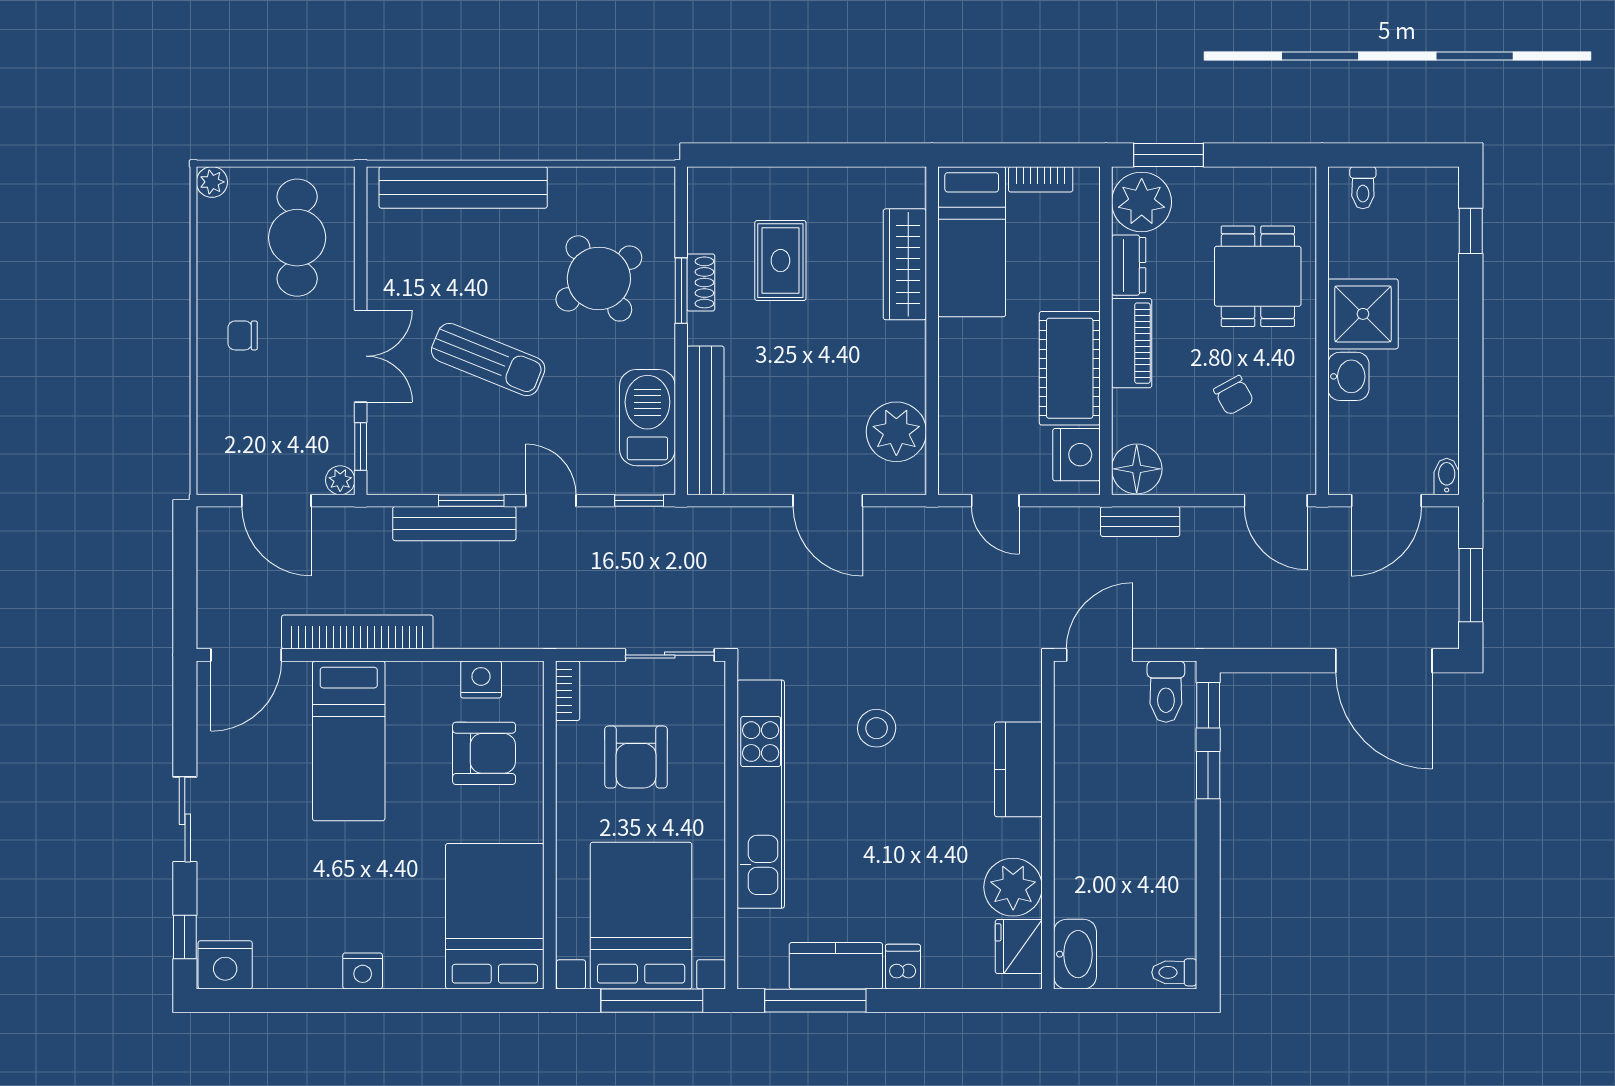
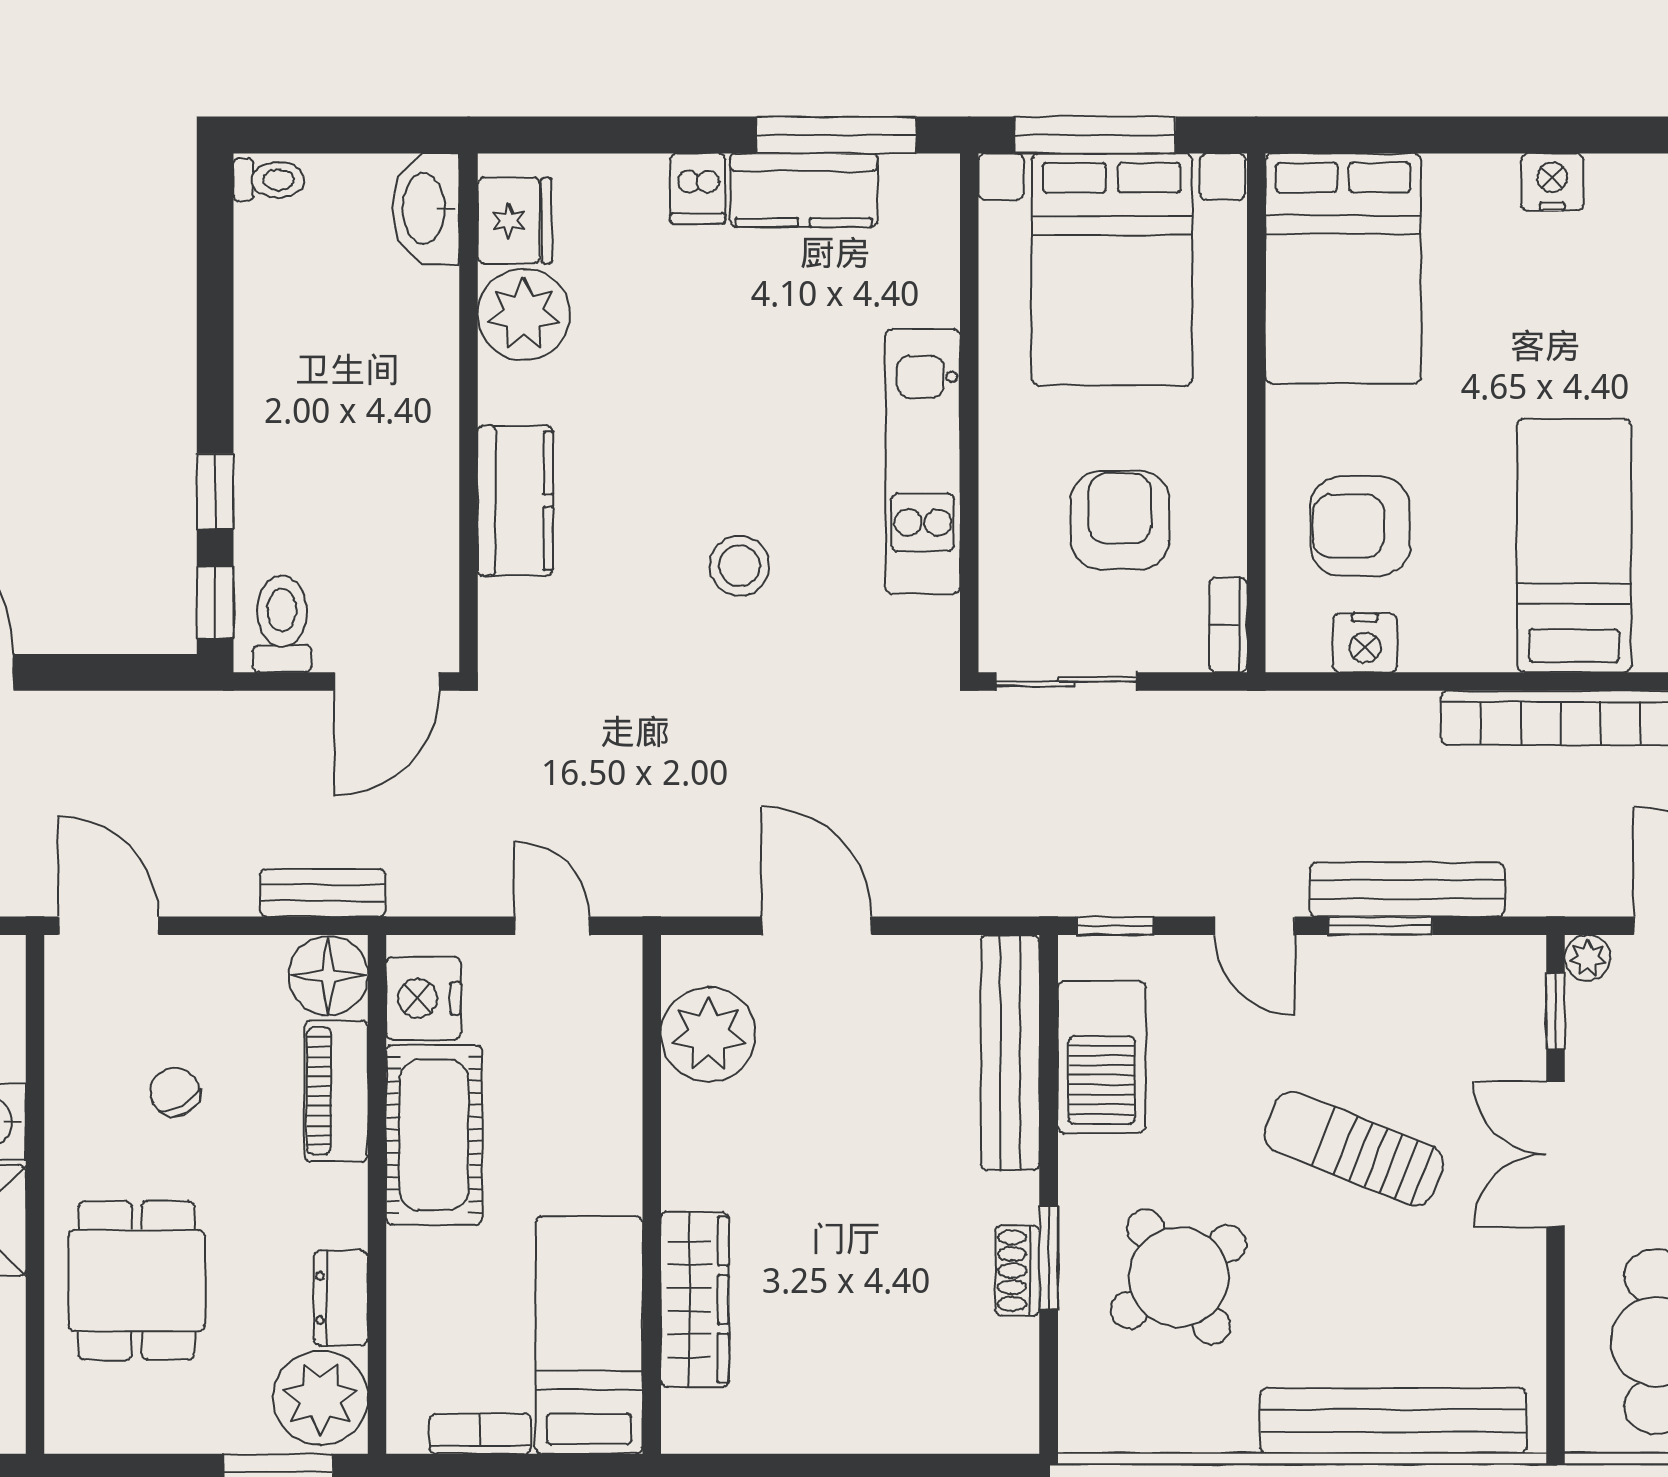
rug: (780, 261) -> (891, 1305), removed
piano: (1132, 343) -> (336, 1091), moved
kitchen unit: (761, 794) -> (923, 462), width x0.73

